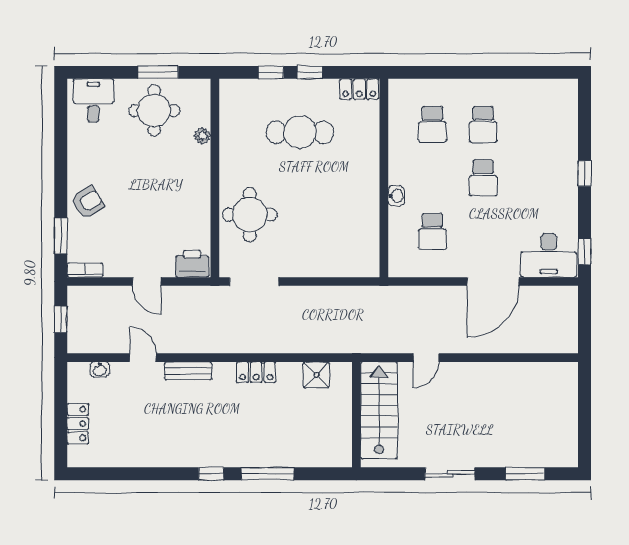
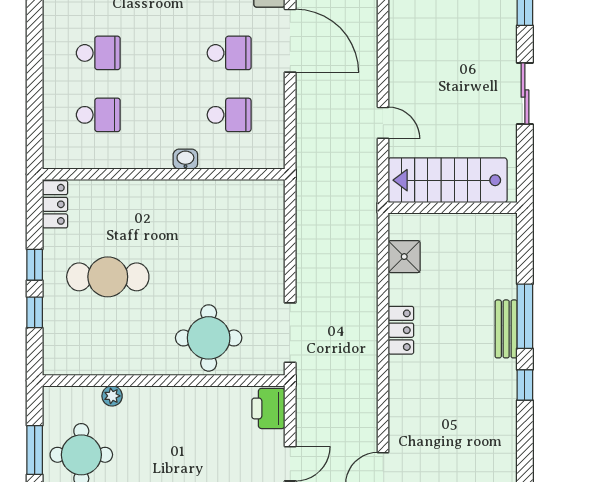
cafe table: (300, 132) -> (108, 277), turned 90
school desk: (483, 178) -> (229, 53), moved
bench: (188, 371) -> (506, 329), moved

